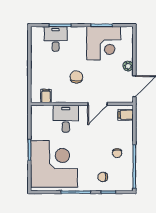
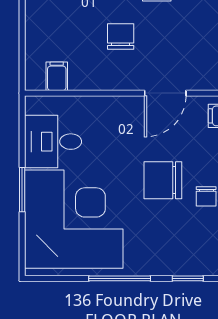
desk: (66, 119) -> (53, 142), moved, turned -90
chair: (103, 177) -> (163, 180), moved, width x1.87, depth x1.87

